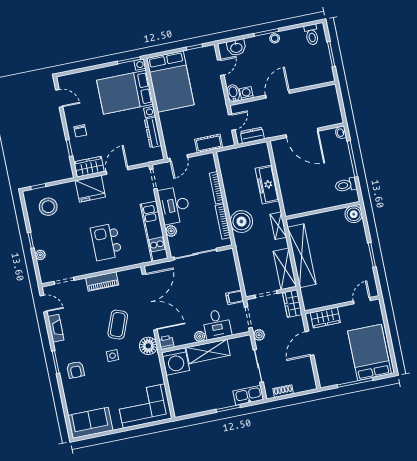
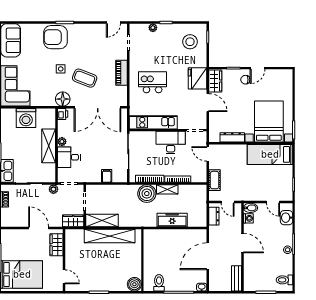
bed: (170, 82) -> (270, 154), width x0.67
bench: (322, 93) -> (237, 278), added
door: (59, 98) -> (257, 68), moved
shelving: (278, 226) -> (167, 189), moved
plant: (171, 231) -> (151, 136), removed
filing cabinet: (235, 297) -> (107, 176), moved
fireplace: (56, 328) -> (92, 28), removed
washing machine: (176, 361) -> (26, 118), moved, turned -90
armchair: (76, 370) -> (55, 37), width x1.88, depth x1.88

